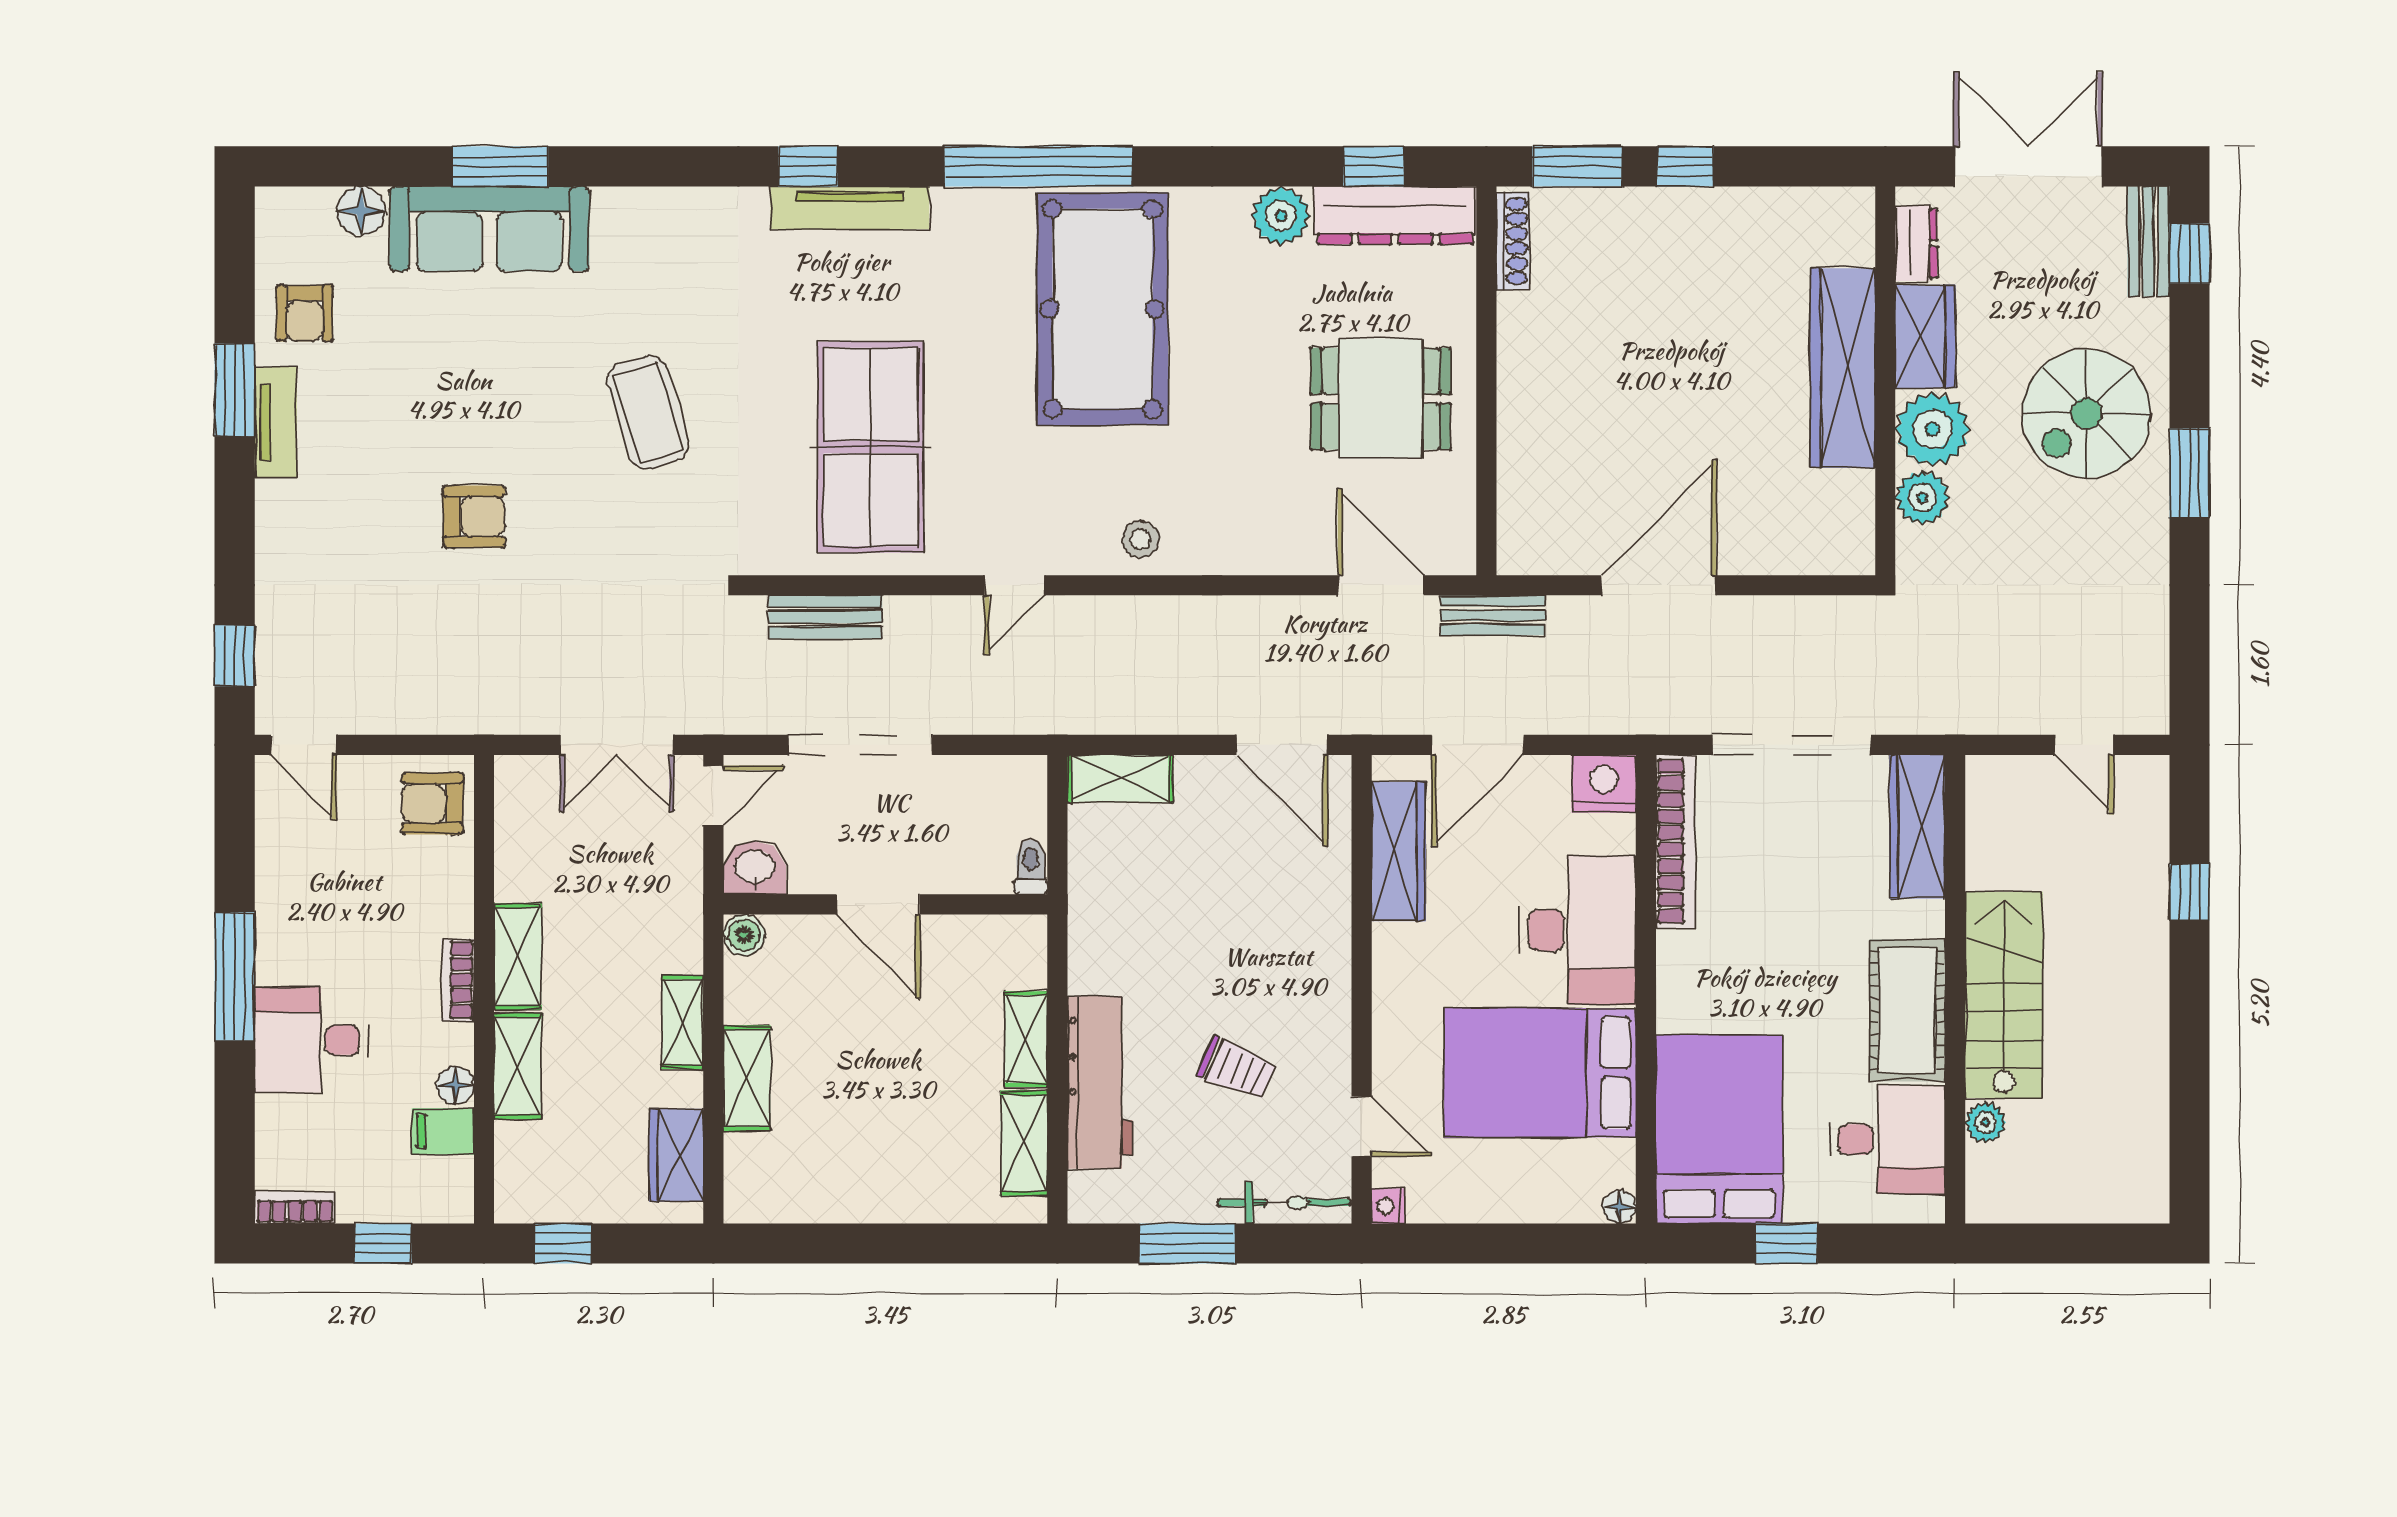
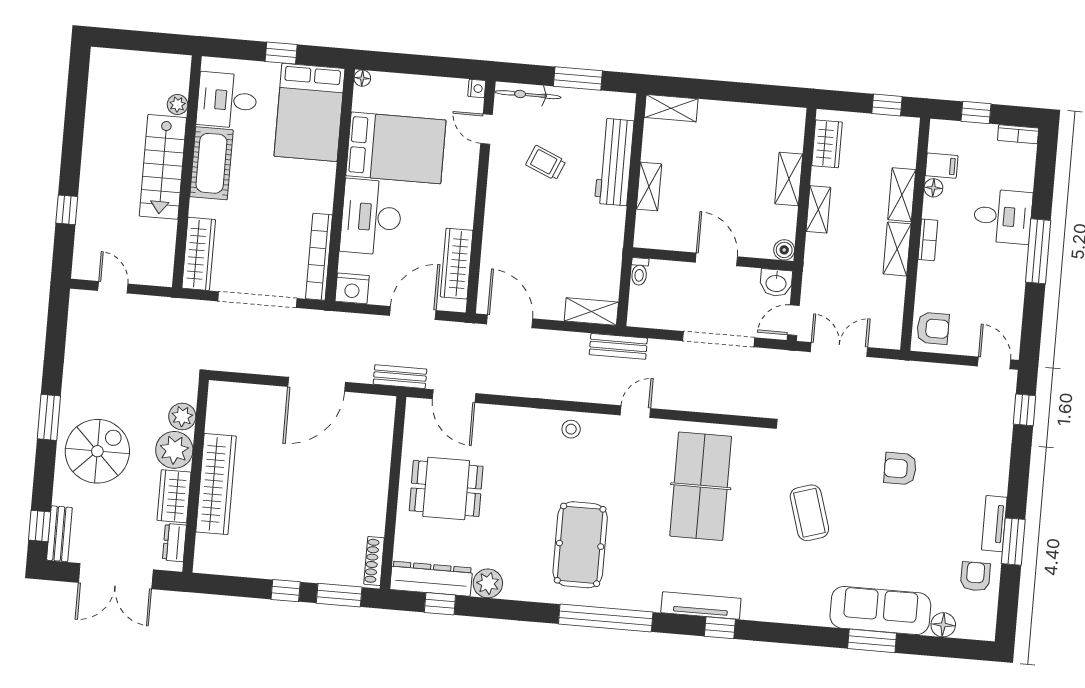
pool table: (1102, 309) -> (580, 545), width x0.73, depth x0.76
bench: (825, 617) -> (618, 346), moved
shelving: (1024, 1143) -> (671, 108), moved, turned 90

